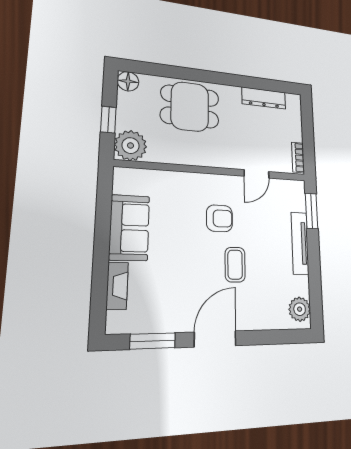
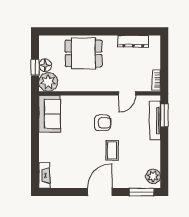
floor lamp: (128, 81) -> (45, 65), moved
sofa: (129, 228) -> (50, 114), moved
tv unit: (300, 243) -> (155, 121), moved
fireplace: (117, 286) -> (44, 175), moved
window: (153, 341) -> (141, 192), moved

